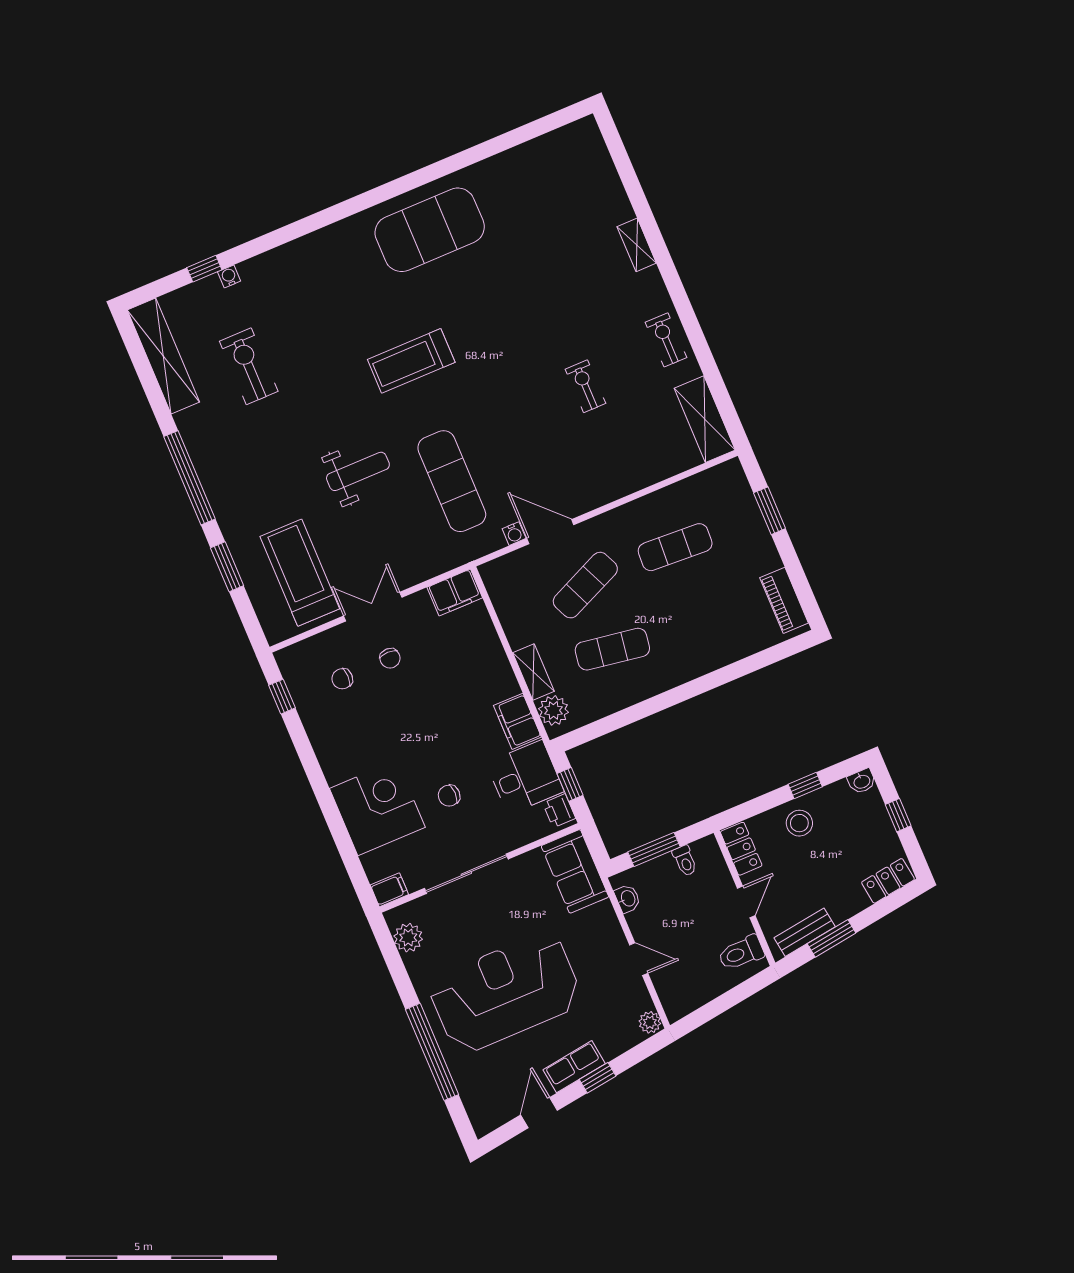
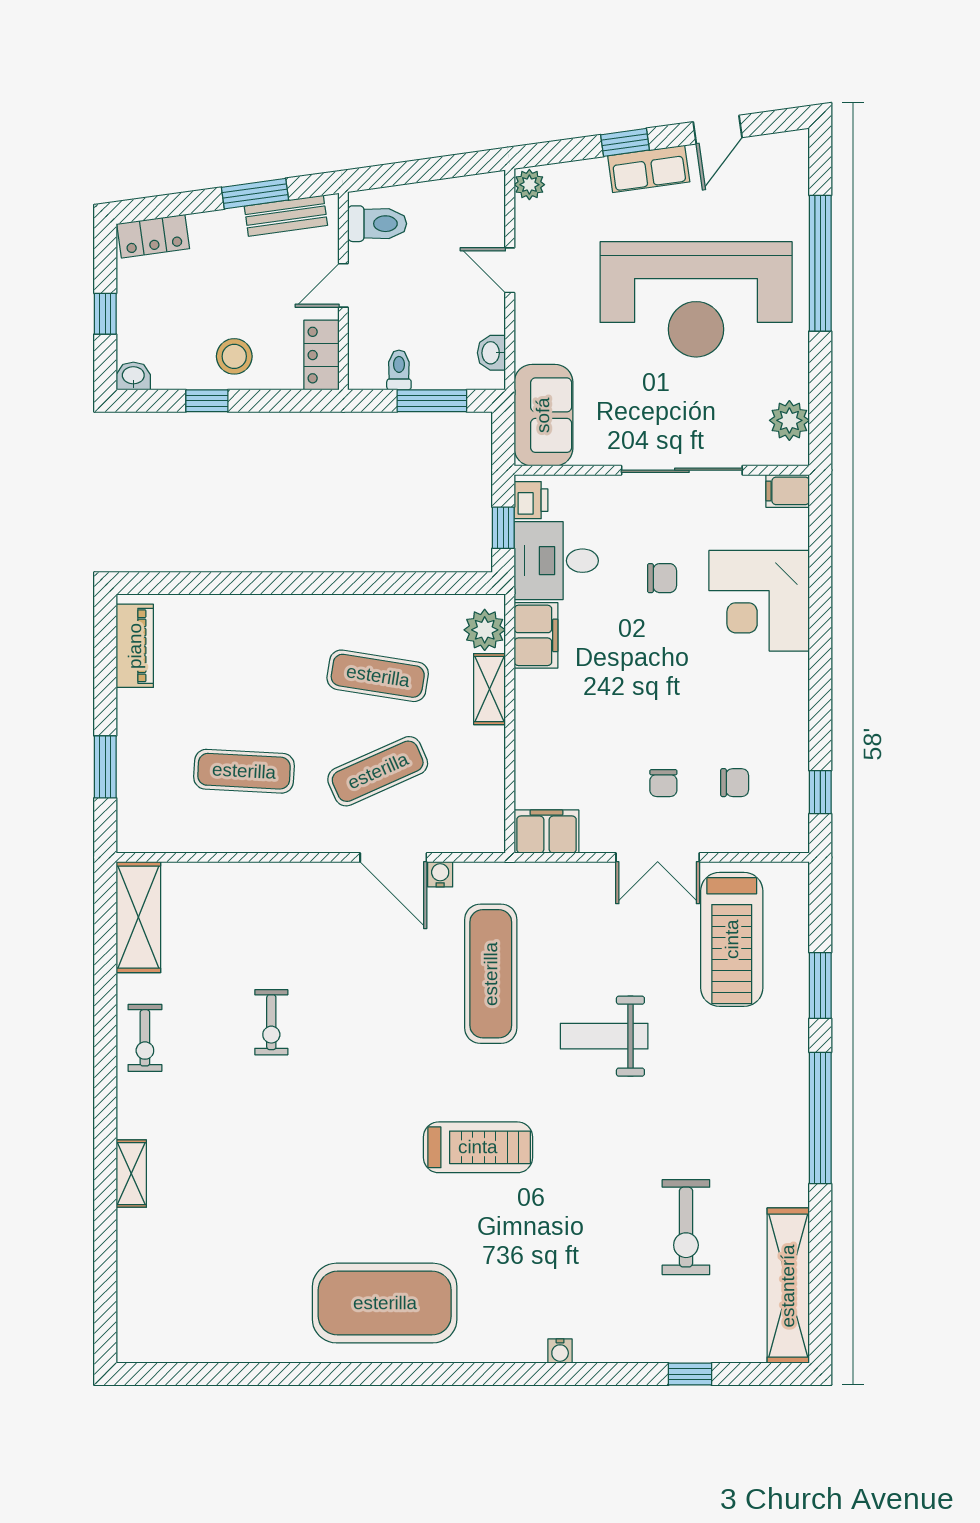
water cooler: (229, 276) -> (560, 1351), moved
chair: (390, 658) -> (663, 783), turned 180

